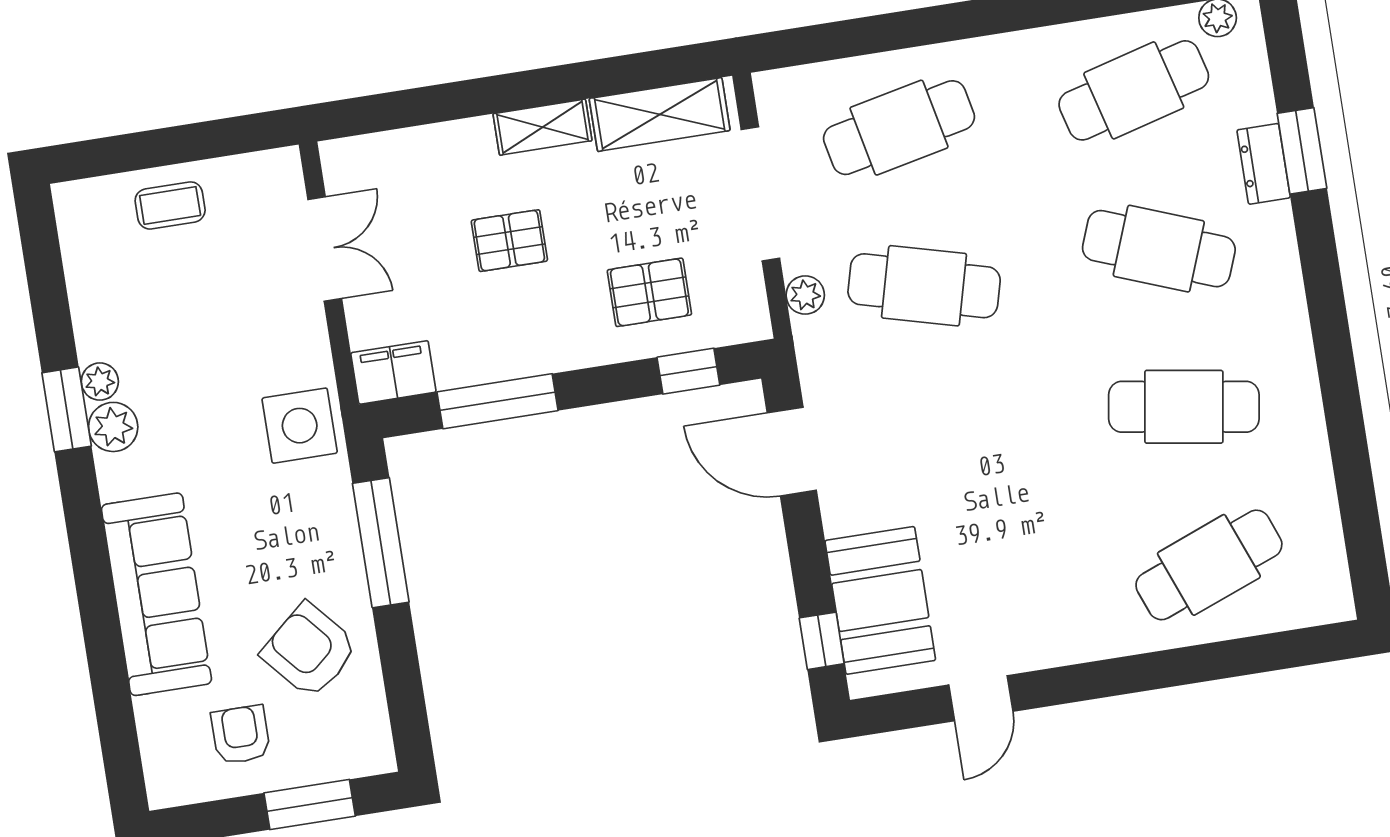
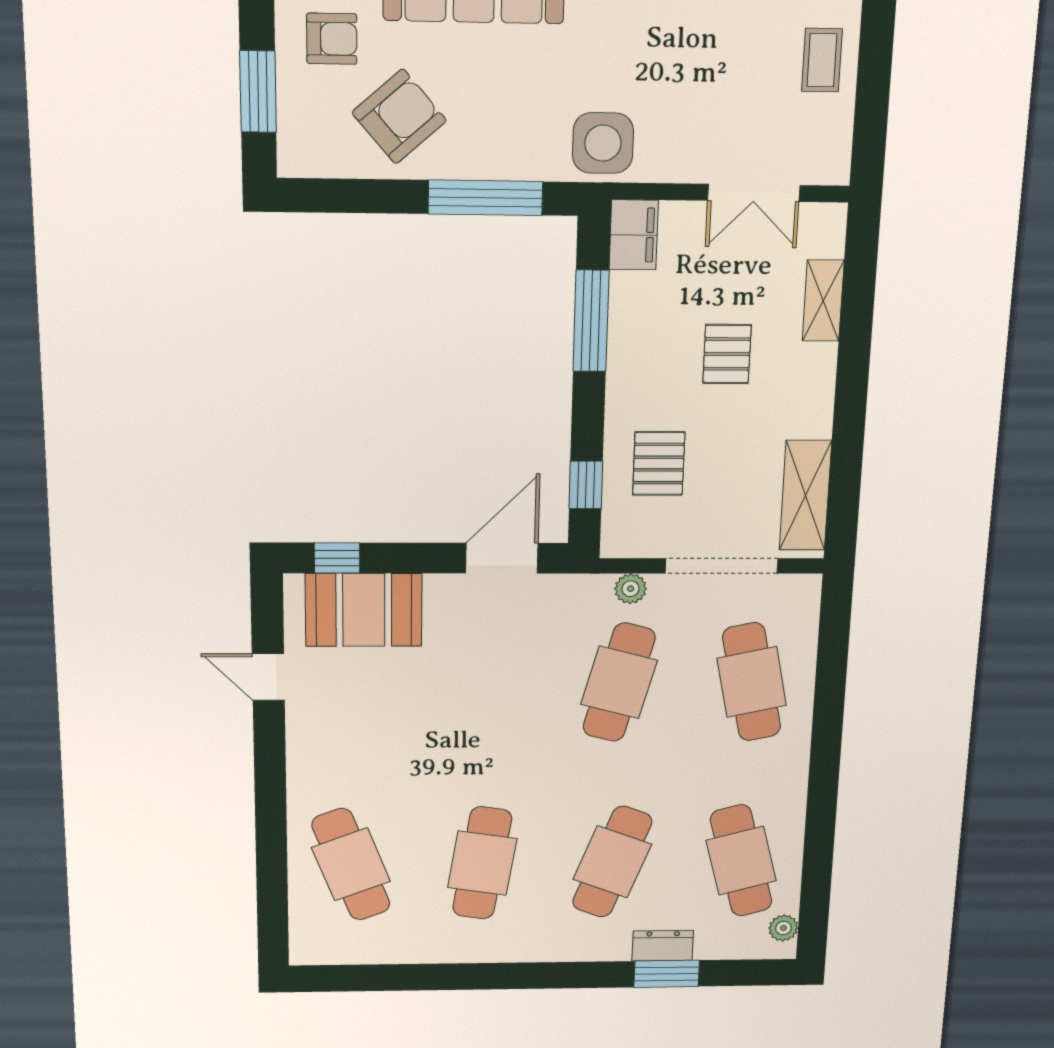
shelving: (542, 127) -> (823, 301), moved

